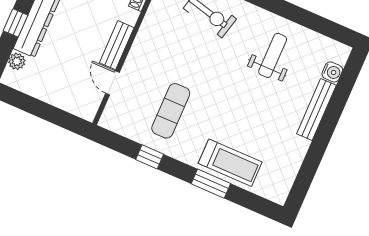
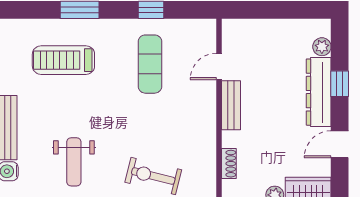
door: (112, 83) -> (219, 66), swing flipped
treadmill: (230, 163) -> (63, 60), moved

